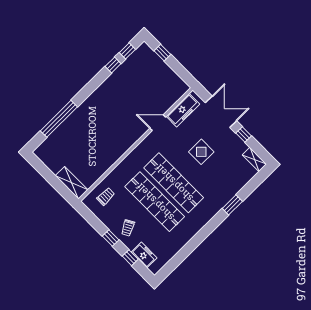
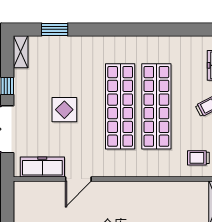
door: (158, 123) -> (78, 179), hinge flipped
window: (232, 205) -> (55, 29), moved

